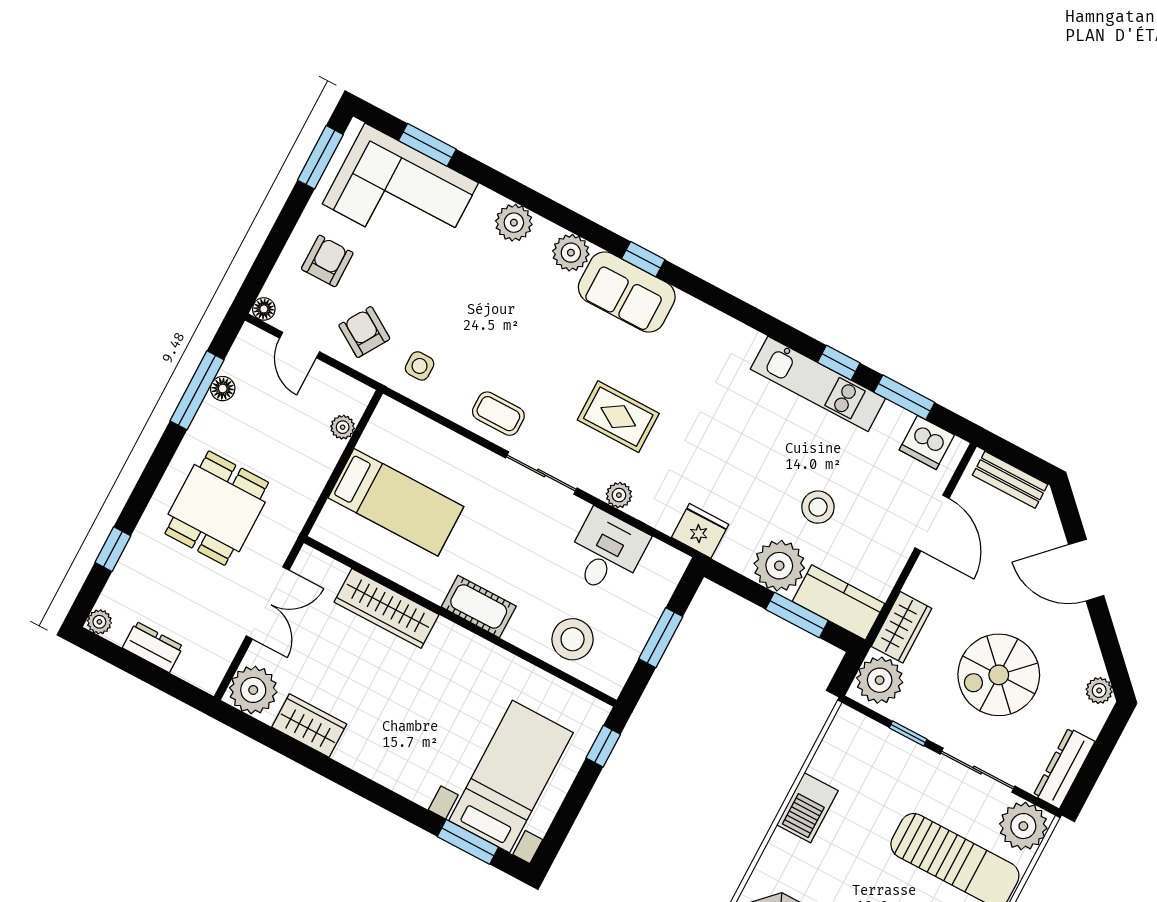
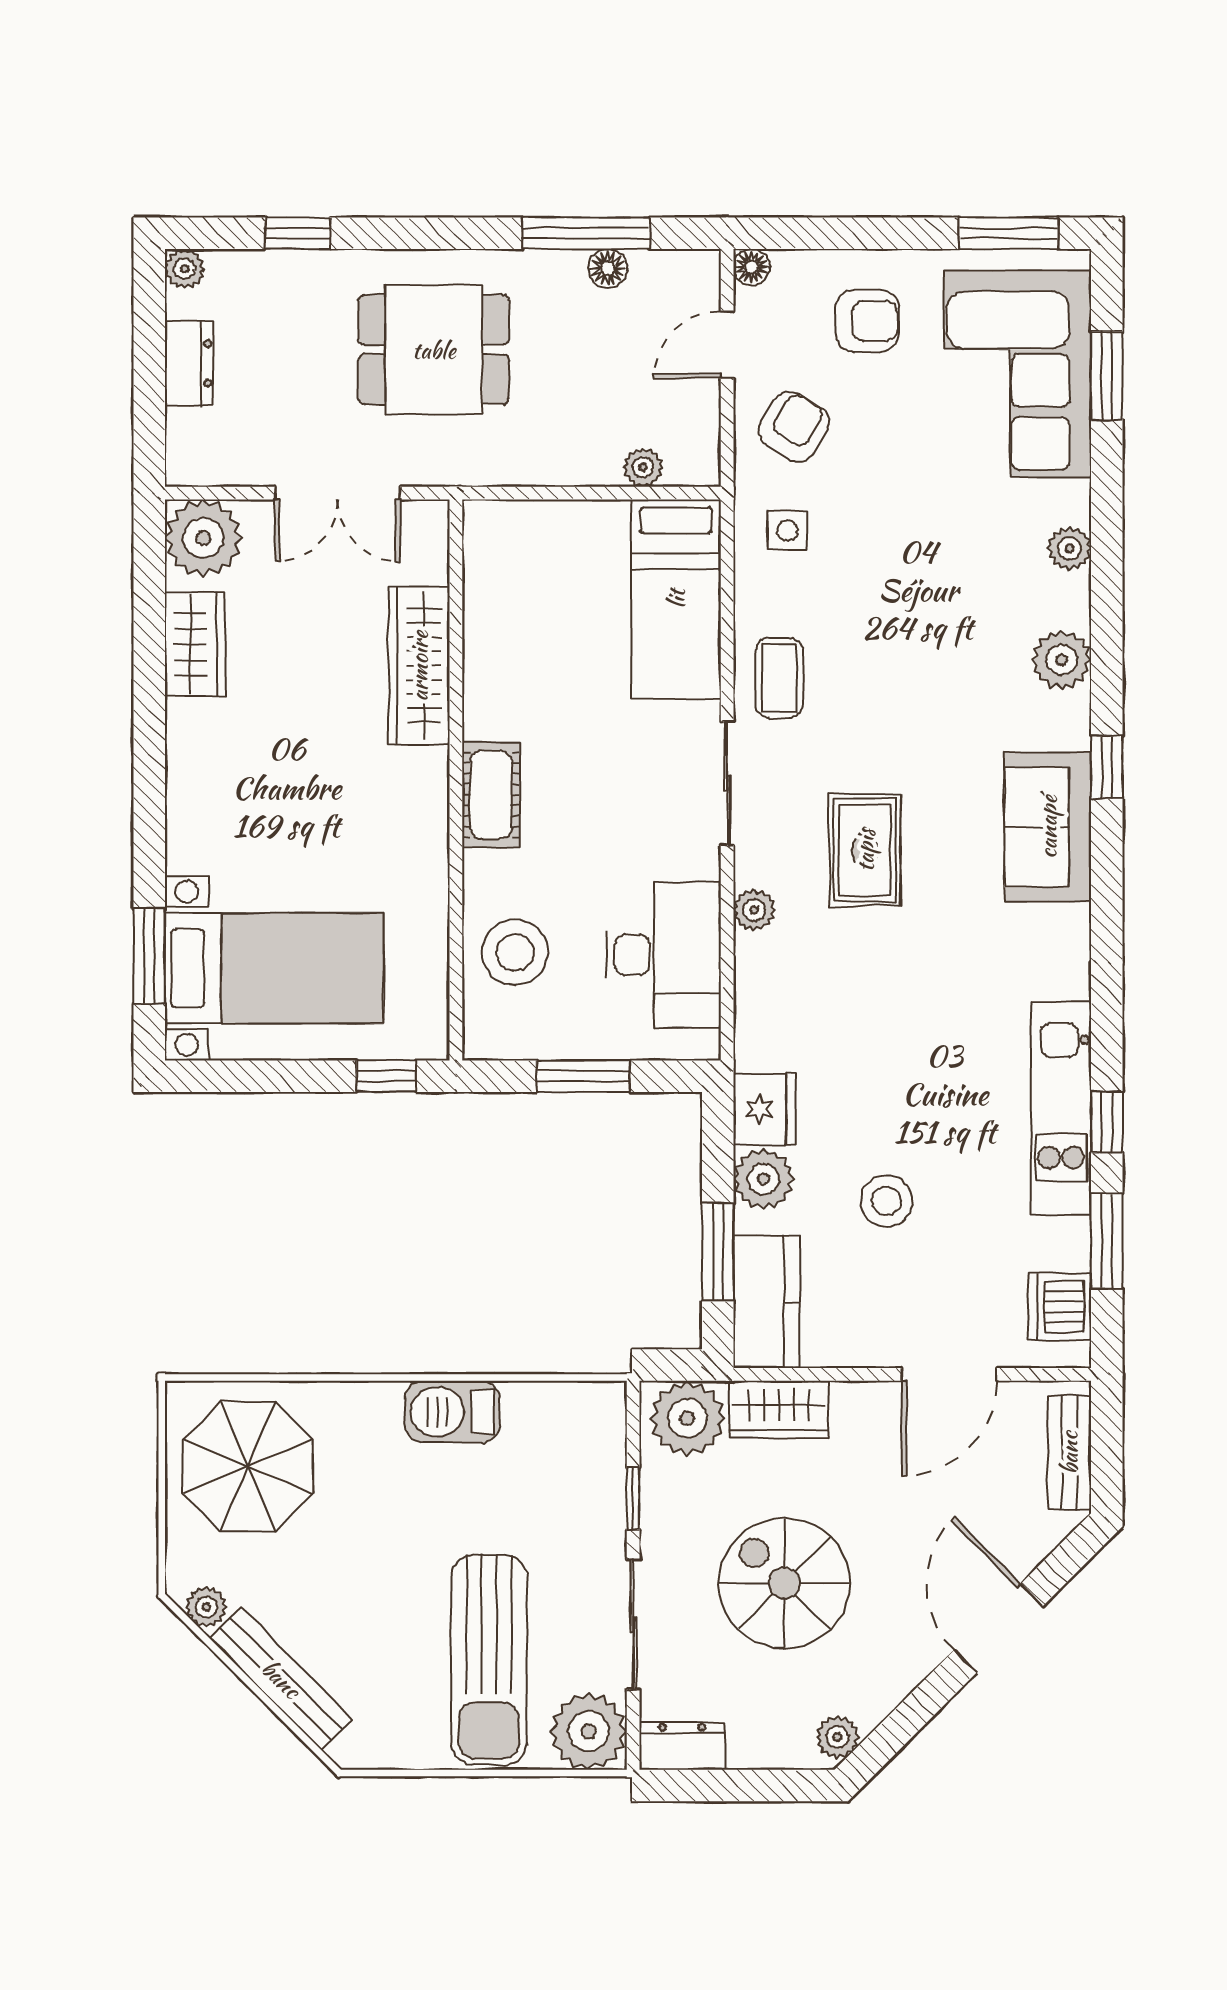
plant: (514, 223) -> (1069, 548), width x0.73, depth x0.73
sofa: (627, 292) -> (1048, 827), moved
bed: (396, 502) -> (676, 599), moved
fridge: (700, 531) -> (764, 1109), moved
desk: (606, 552) -> (663, 955), width x1.37
plant: (779, 566) -> (763, 1179), width x0.73, depth x0.73
dresser: (1064, 768) -> (682, 1746), width x0.70

